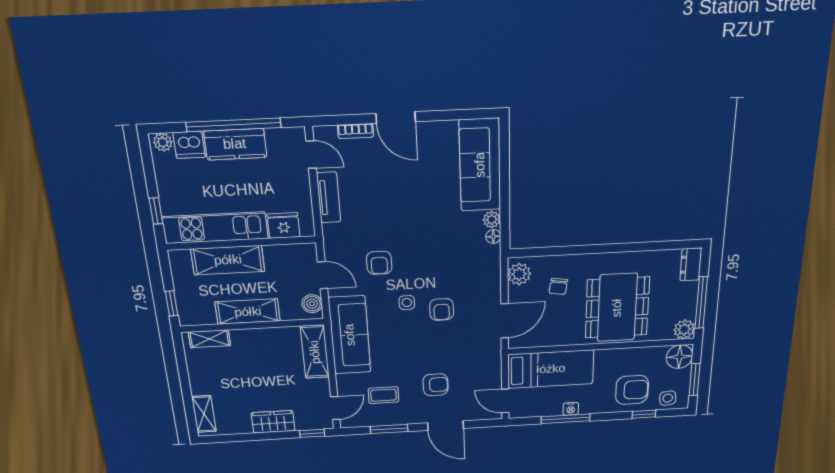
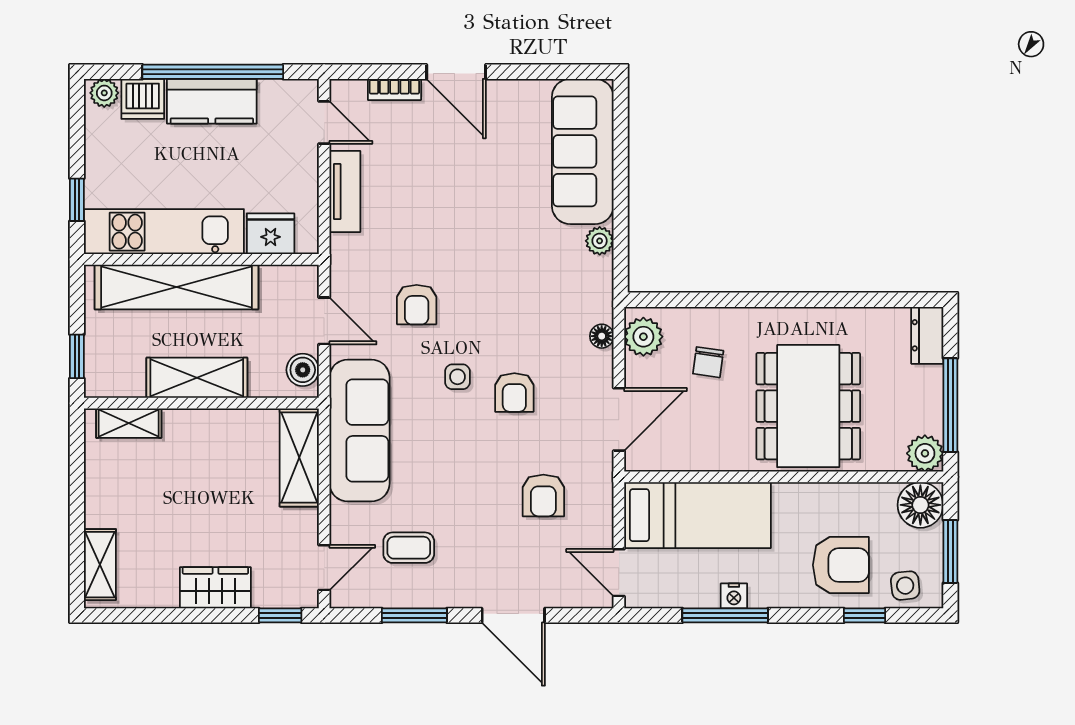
floor lamp: (493, 237) -> (602, 336), moved
shelving: (228, 260) -> (176, 287), width x1.47
armchair: (436, 385) -> (543, 495), moved, turned 90

